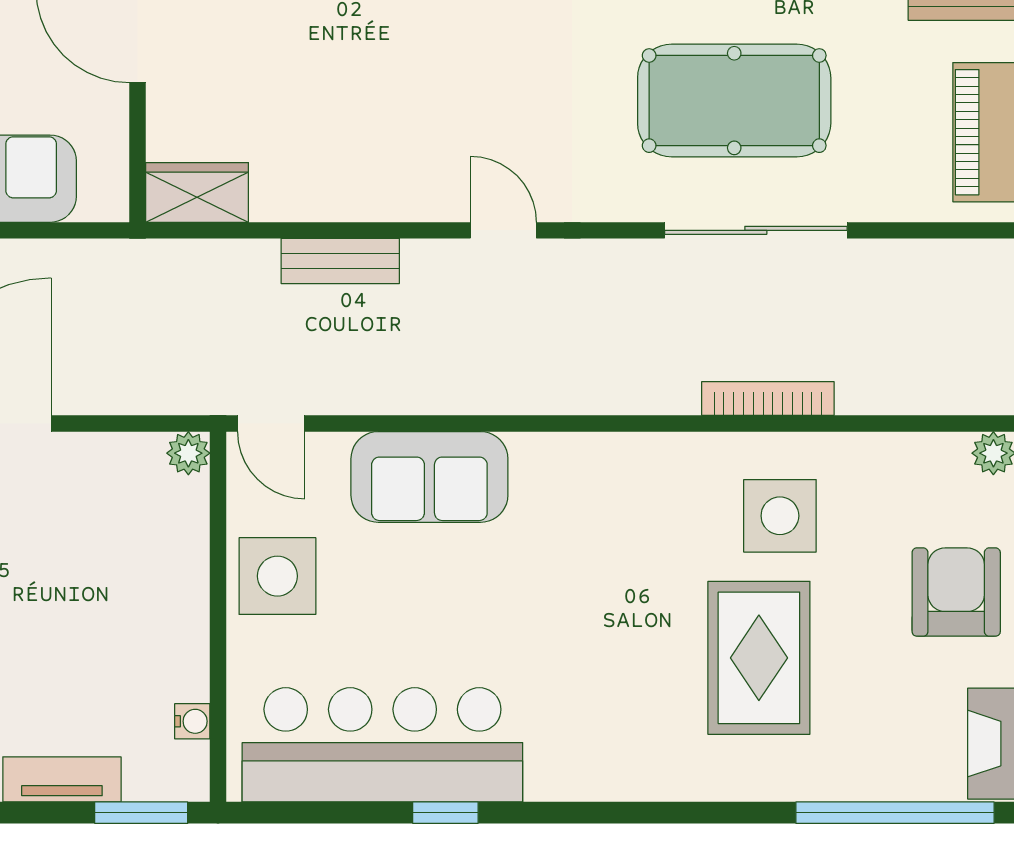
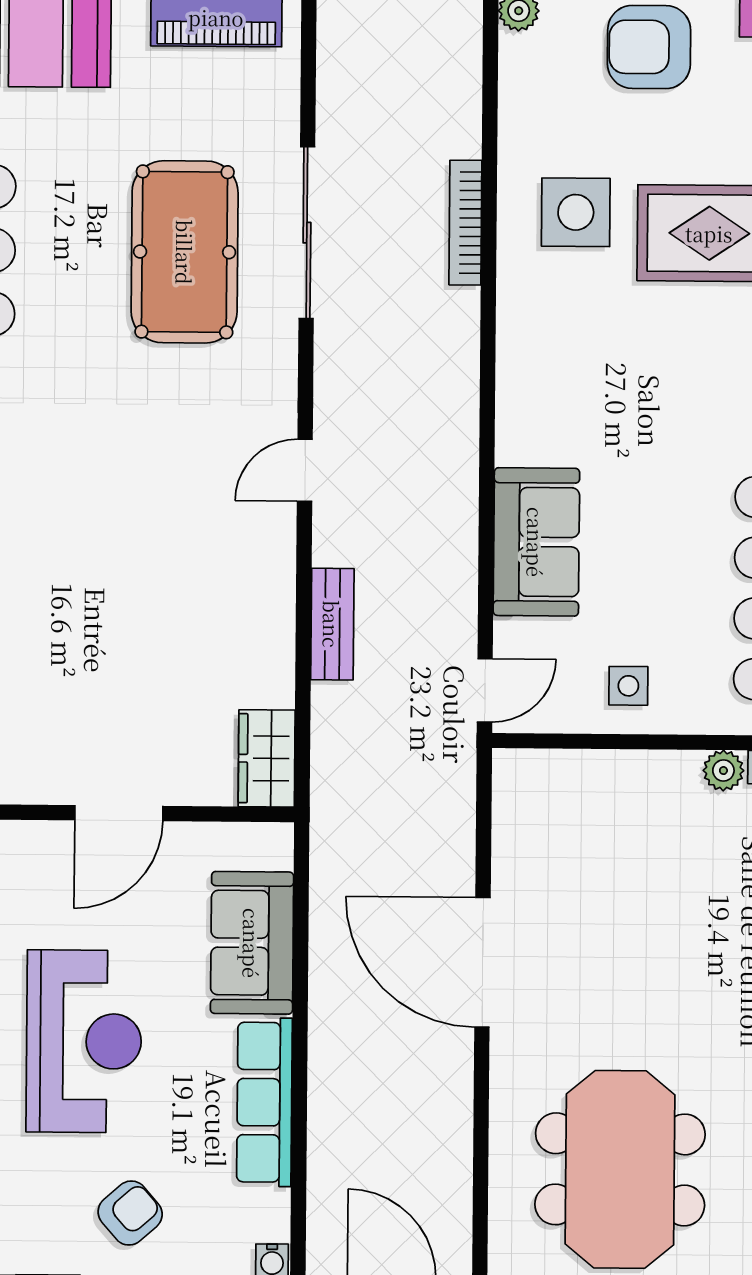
plant: (188, 453) -> (723, 771), moved
side table: (277, 576) -> (628, 686), width x0.54, depth x0.54

